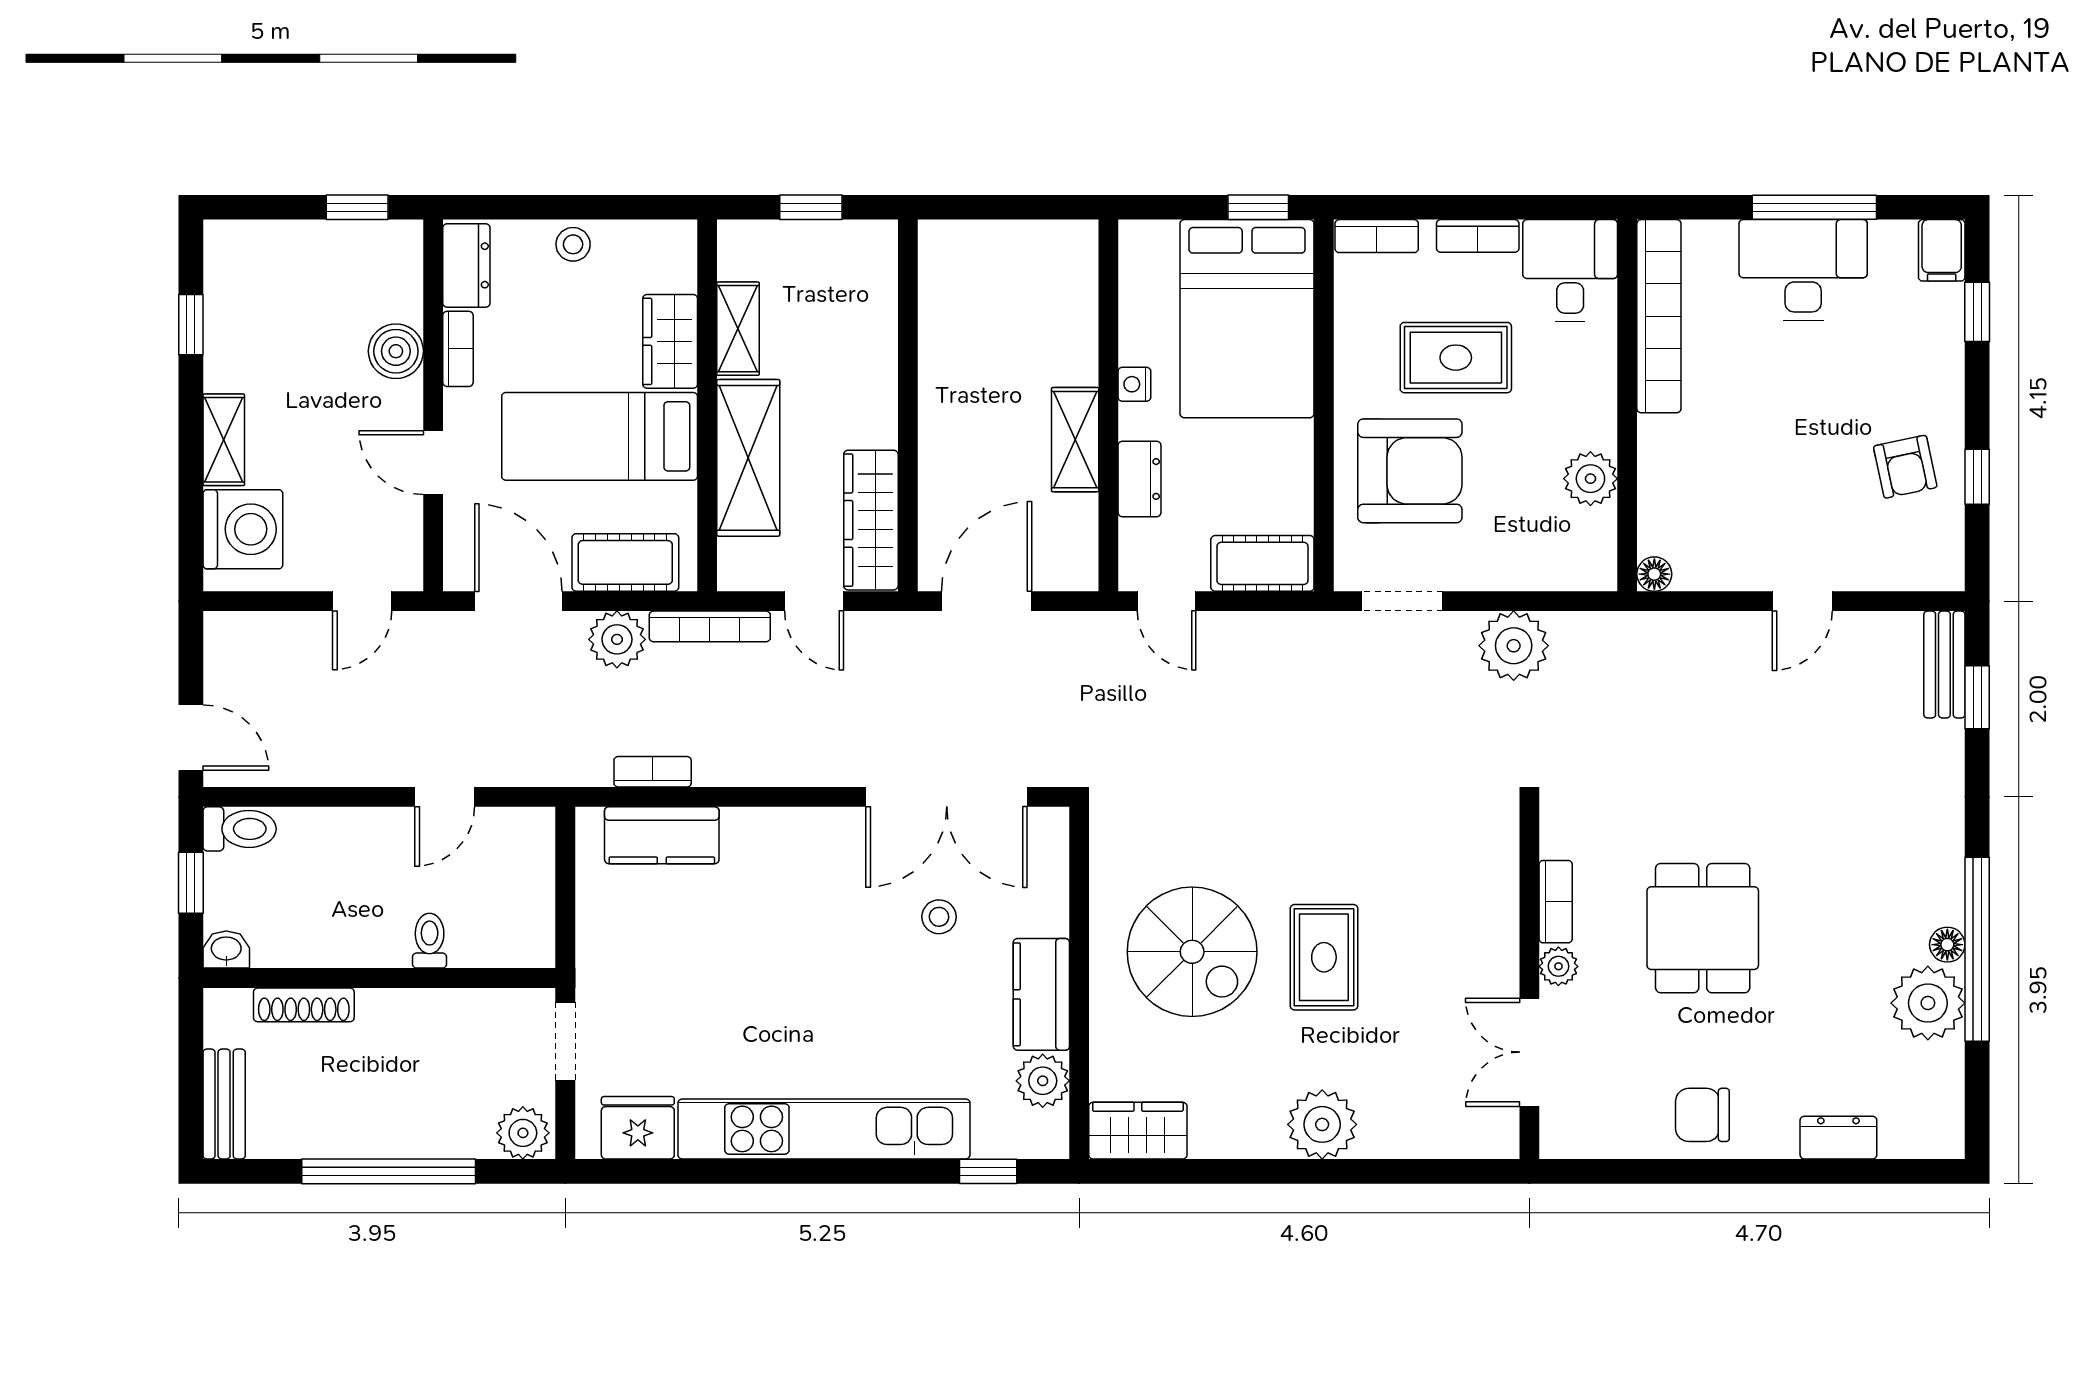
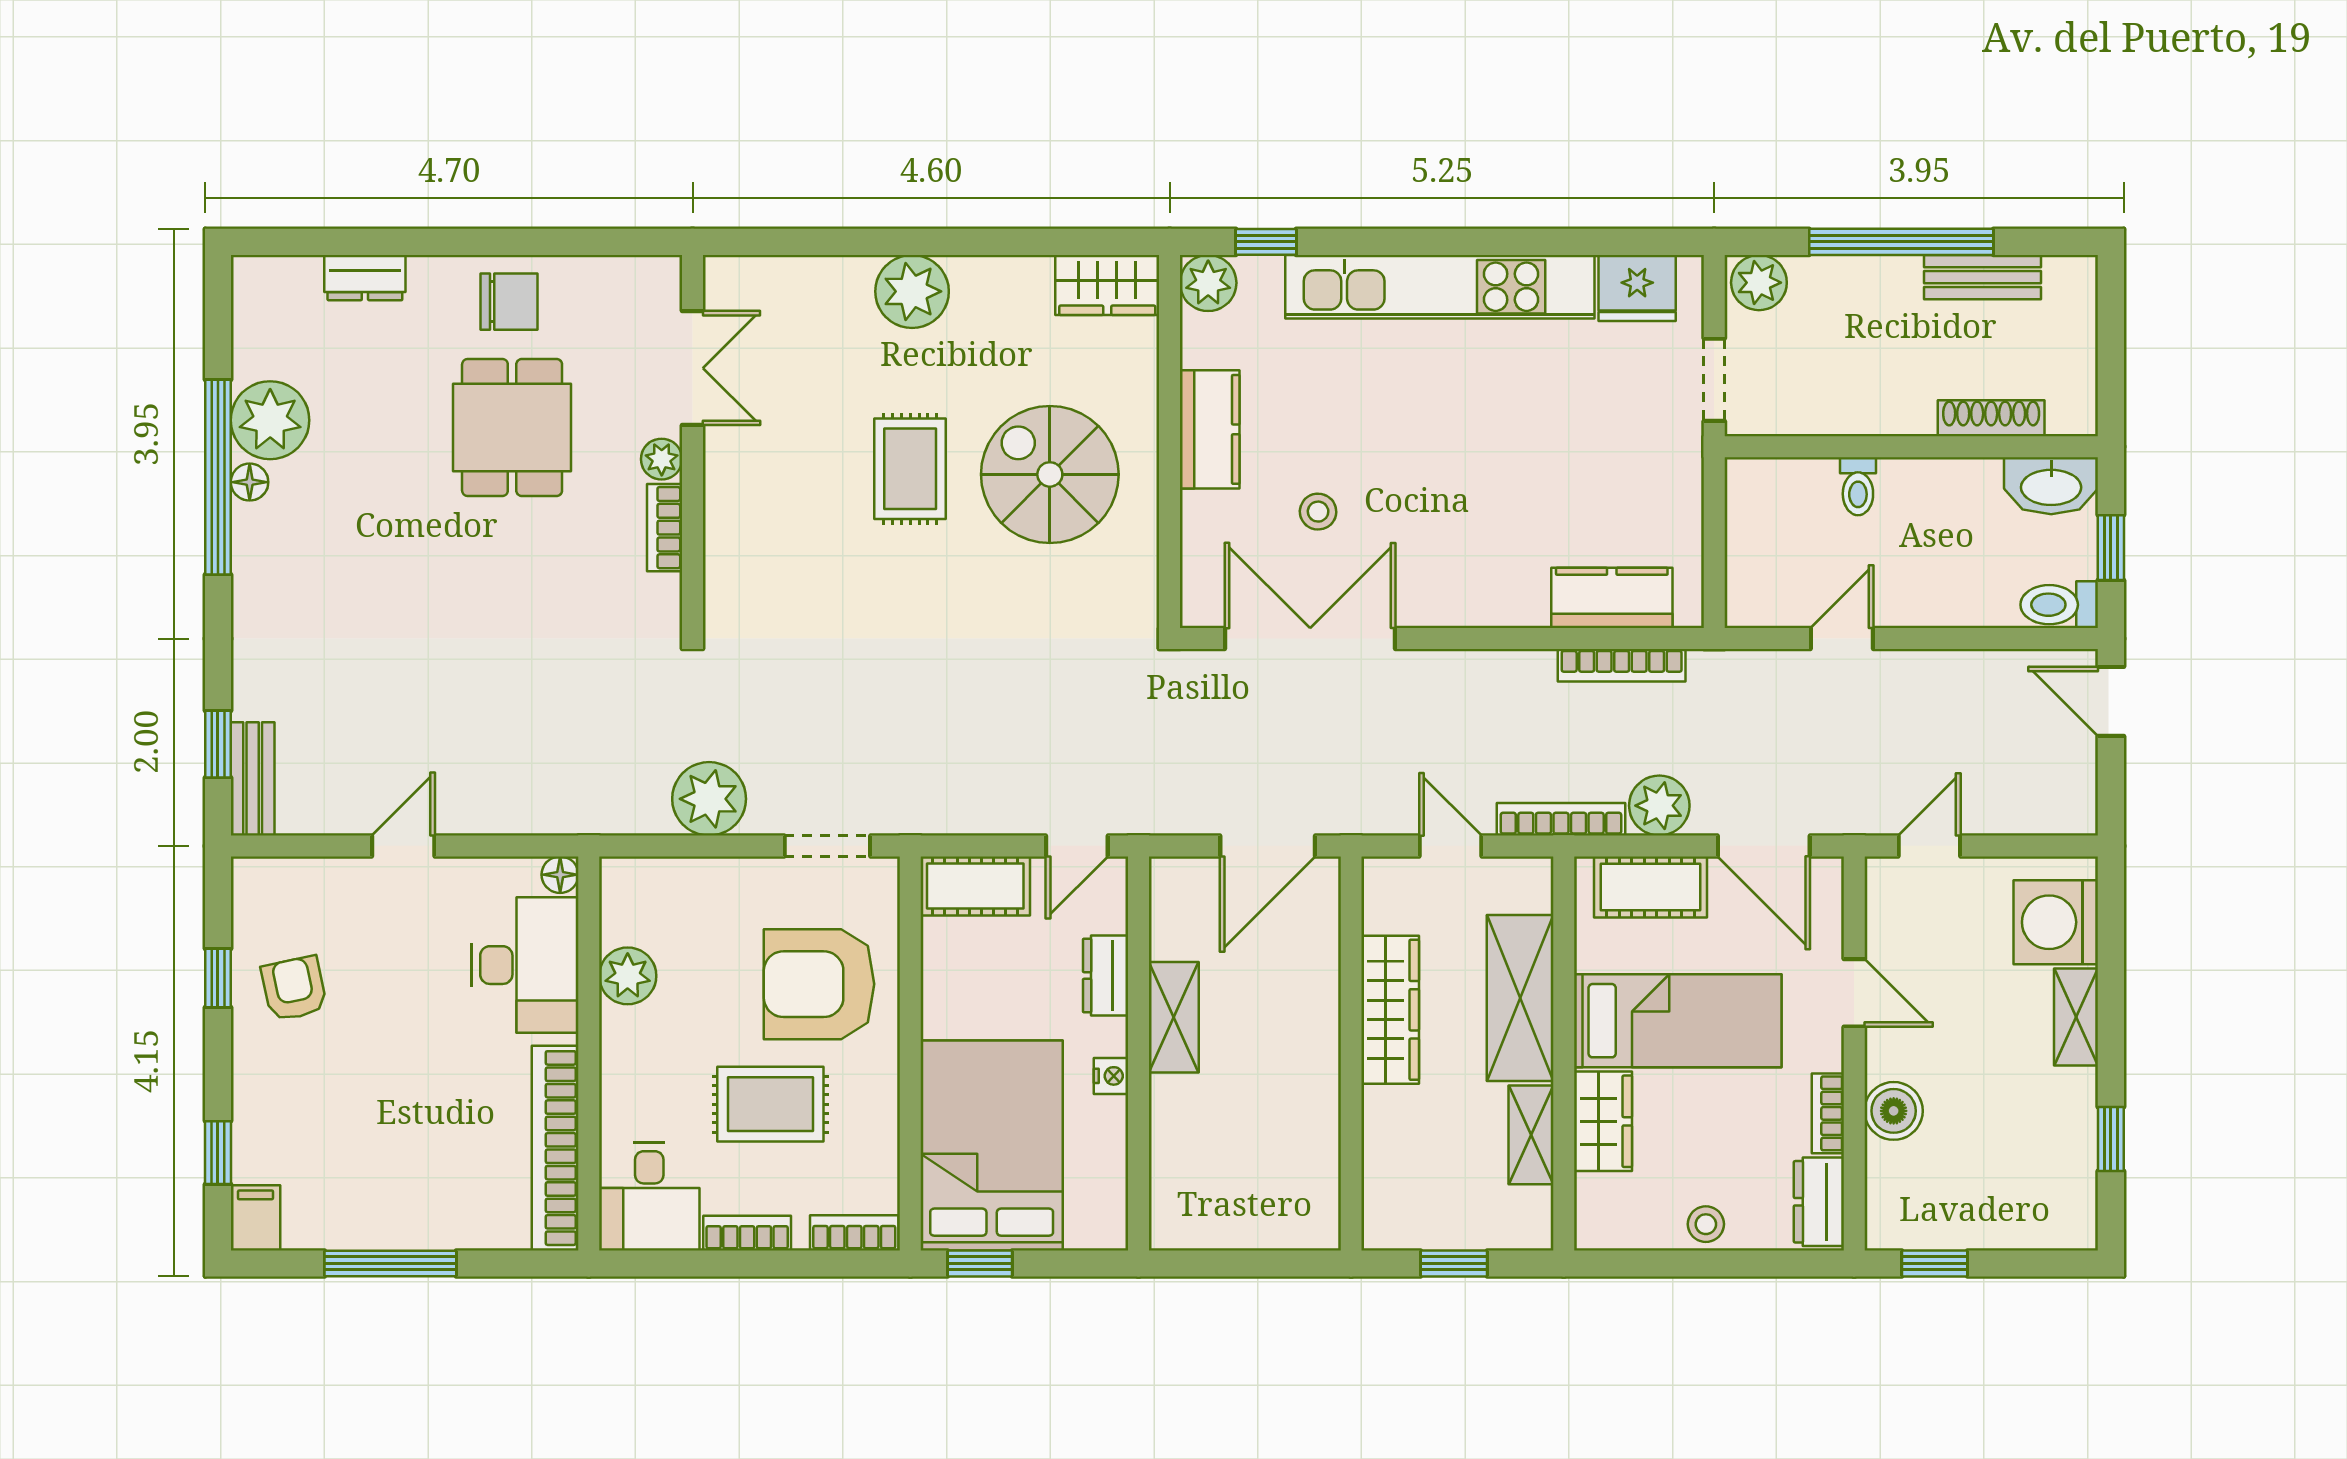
desk: (1803, 270) -> (525, 965), moved, turned -90
wardrobe: (871, 520) -> (1390, 1010), moved
door: (1167, 601) -> (1077, 846), swing flipped
bookcase: (653, 772) -> (1622, 665), width x1.56
dining table: (1703, 928) -> (512, 427), moved
washbasin: (226, 950) -> (2051, 486), width x1.91, depth x1.45
plant: (1043, 1081) -> (1208, 283), moved
bench: (224, 1104) -> (1982, 277), moved, turned 90

